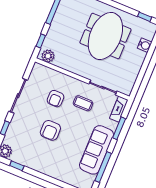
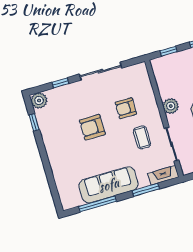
plant: (48, 56) -> (171, 106), moved

